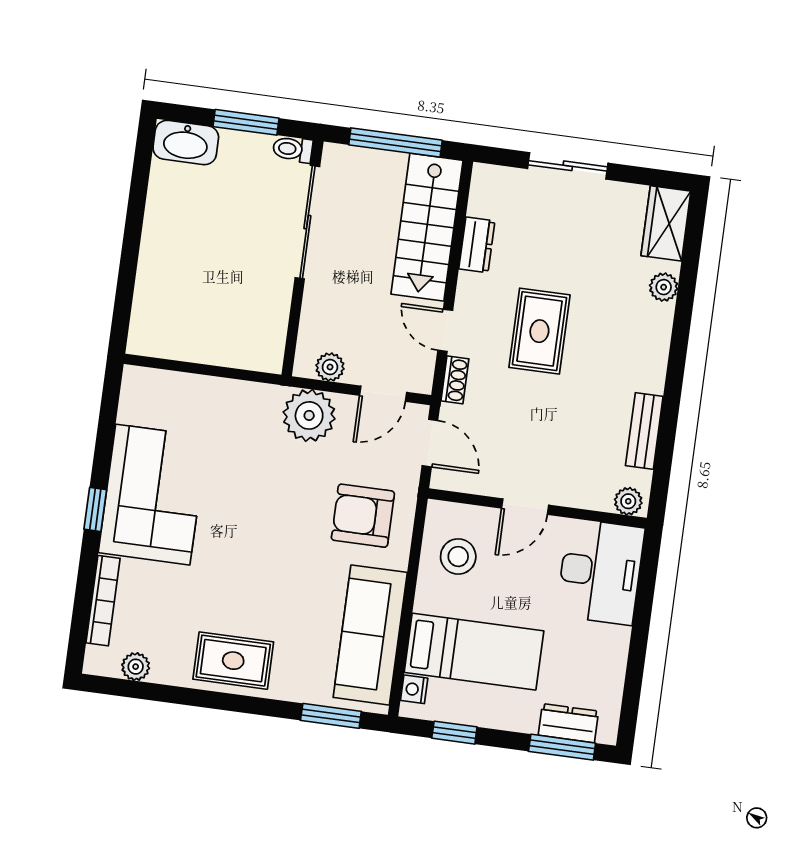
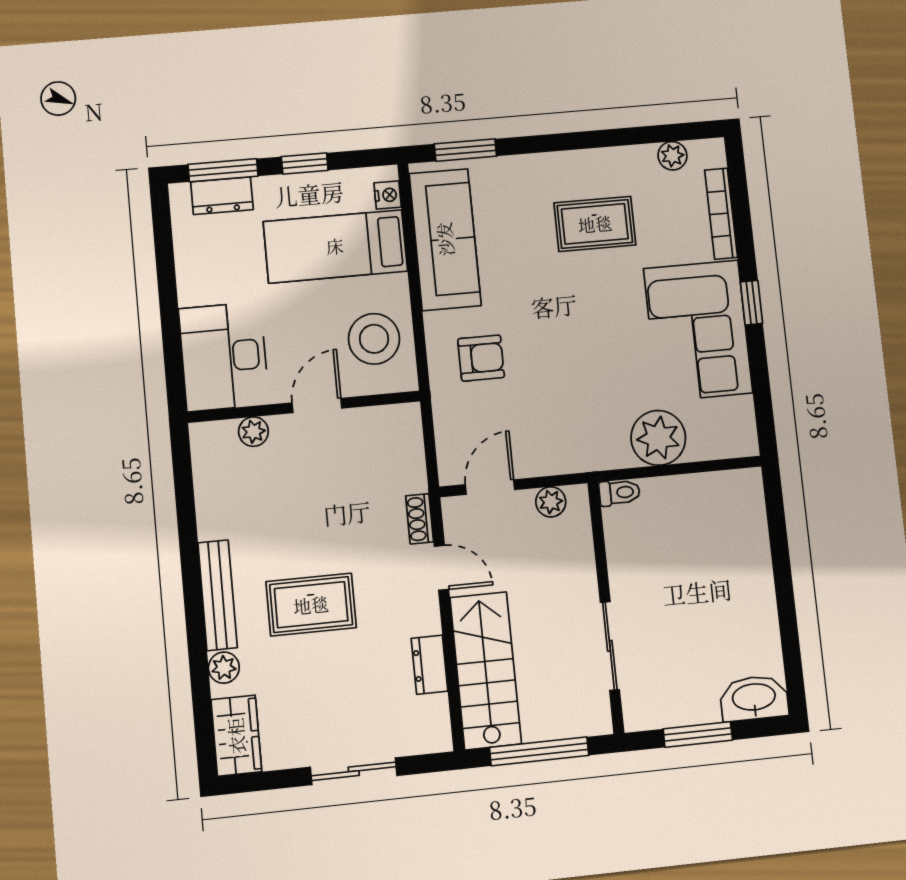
toilet: (293, 149) -> (619, 493), moved
sliding door: (307, 222) -> (610, 646), width x0.73
rug: (539, 331) -> (311, 605), moved, turned 90
plant: (309, 415) -> (658, 438), moved
bench: (644, 431) -> (218, 595), moved, width x1.36
door: (430, 443) -> (430, 448), removed
plant: (628, 501) -> (253, 432), moved
armchair: (363, 516) -> (481, 358), width x0.72, depth x0.72
stool: (458, 557) -> (374, 339), width x1.38, depth x1.38
rug: (233, 661) -> (595, 224), moved
window: (454, 733) -> (305, 163), moved

